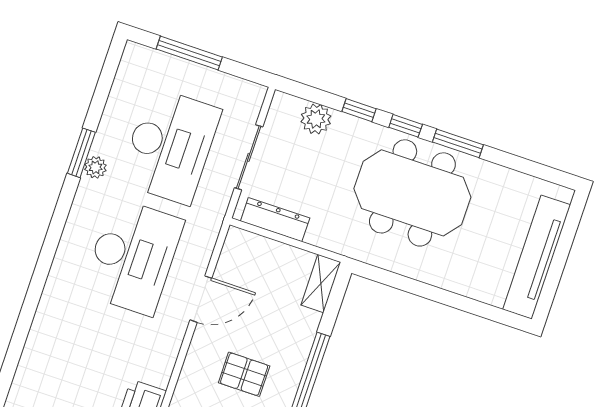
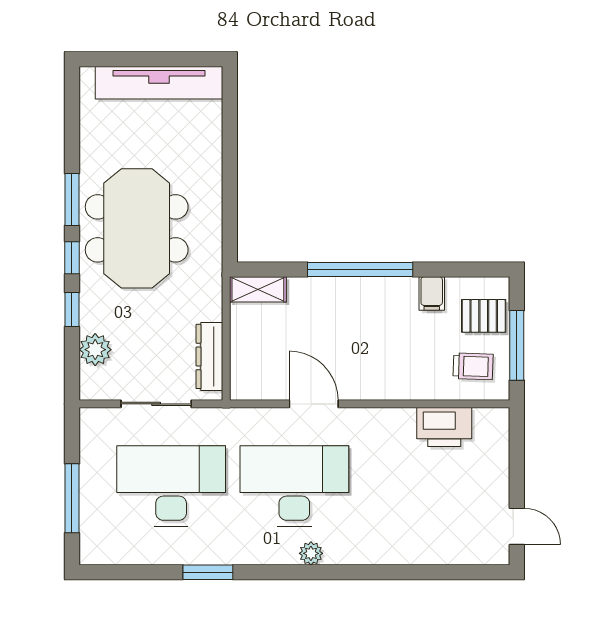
plant: (95, 167) -> (311, 553), moved
pallet: (244, 374) -> (374, 335), removed

